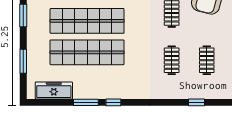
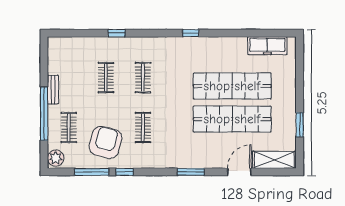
window: (23, 61) -> (300, 77), removed
window: (86, 102) -> (233, 33), removed
window: (113, 102) -> (191, 33), moved

